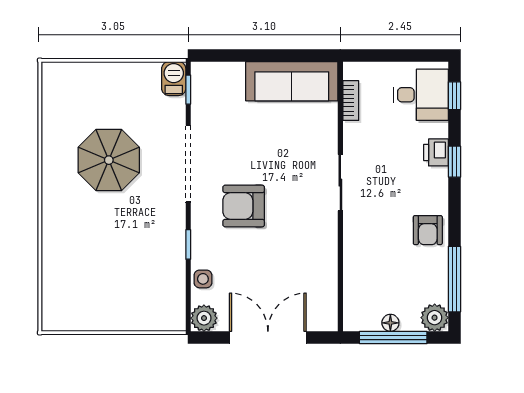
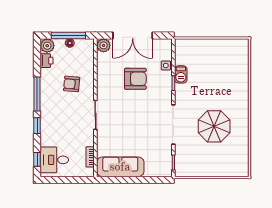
barbecue: (174, 79) -> (181, 74), moved
printer: (436, 152) -> (46, 61), moved
armchair: (244, 206) -> (135, 79), moved
armchair: (428, 230) -> (72, 84), moved, turned -85
window: (454, 279) -> (37, 94), moved
plant: (204, 318) -> (104, 45), moved

